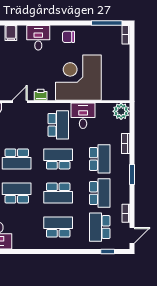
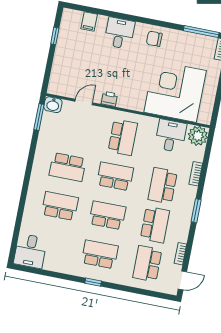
corner desk: (78, 78) -> (175, 91), moved
desk: (83, 116) -> (171, 136), moved
school desk: (100, 159) -> (163, 186), turned 180
school desk: (58, 193) -> (107, 215), turned 180
window: (108, 252) -> (93, 282), moved

